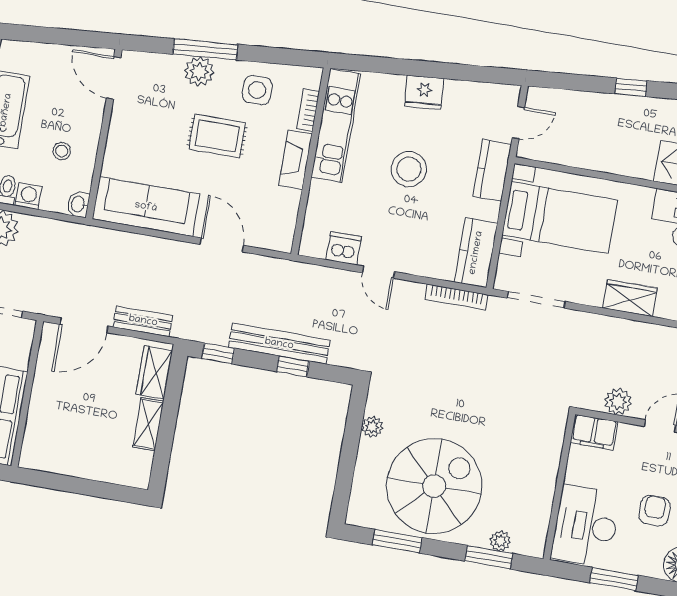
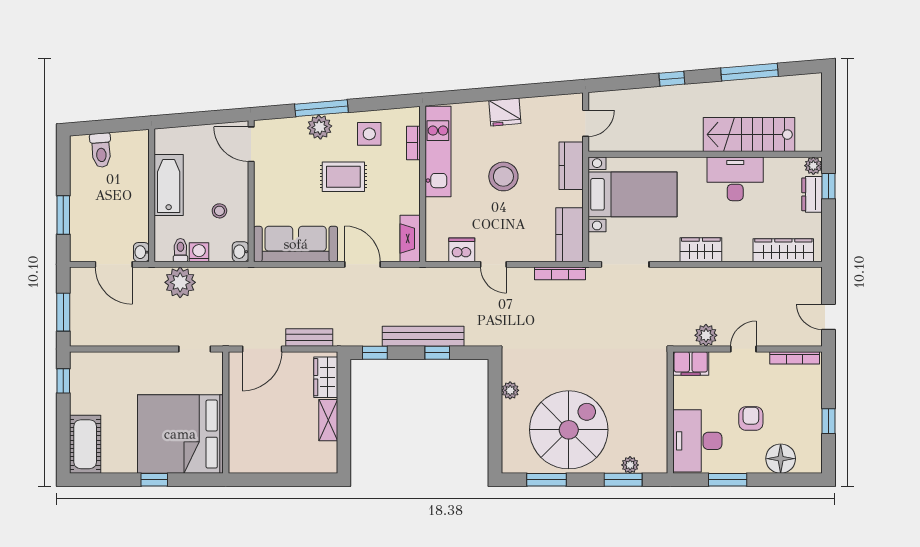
fireplace: (295, 160) -> (410, 238), moved

